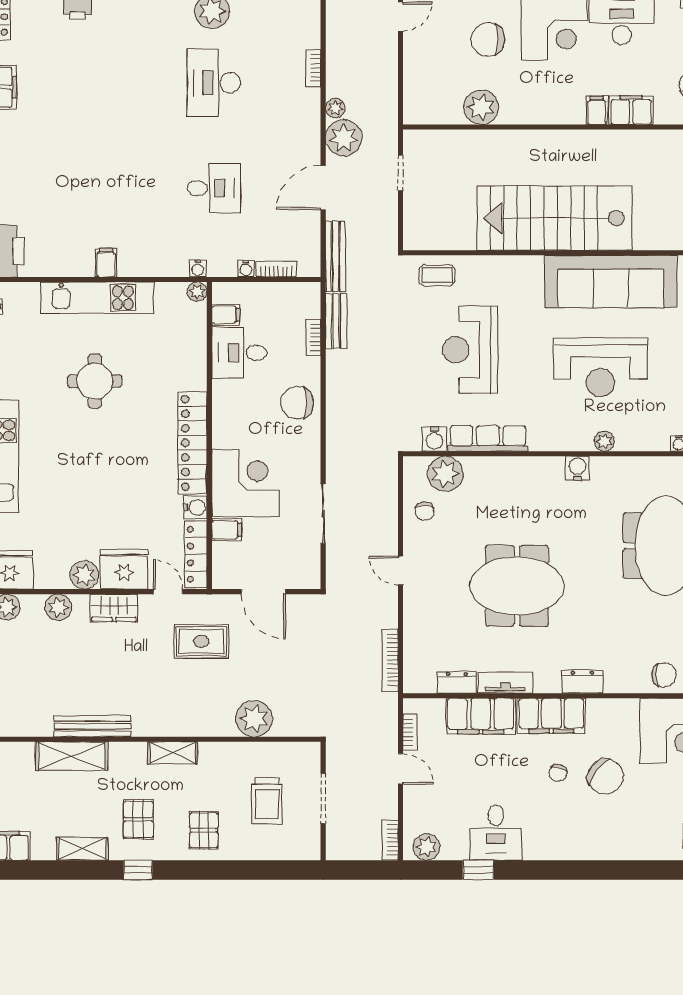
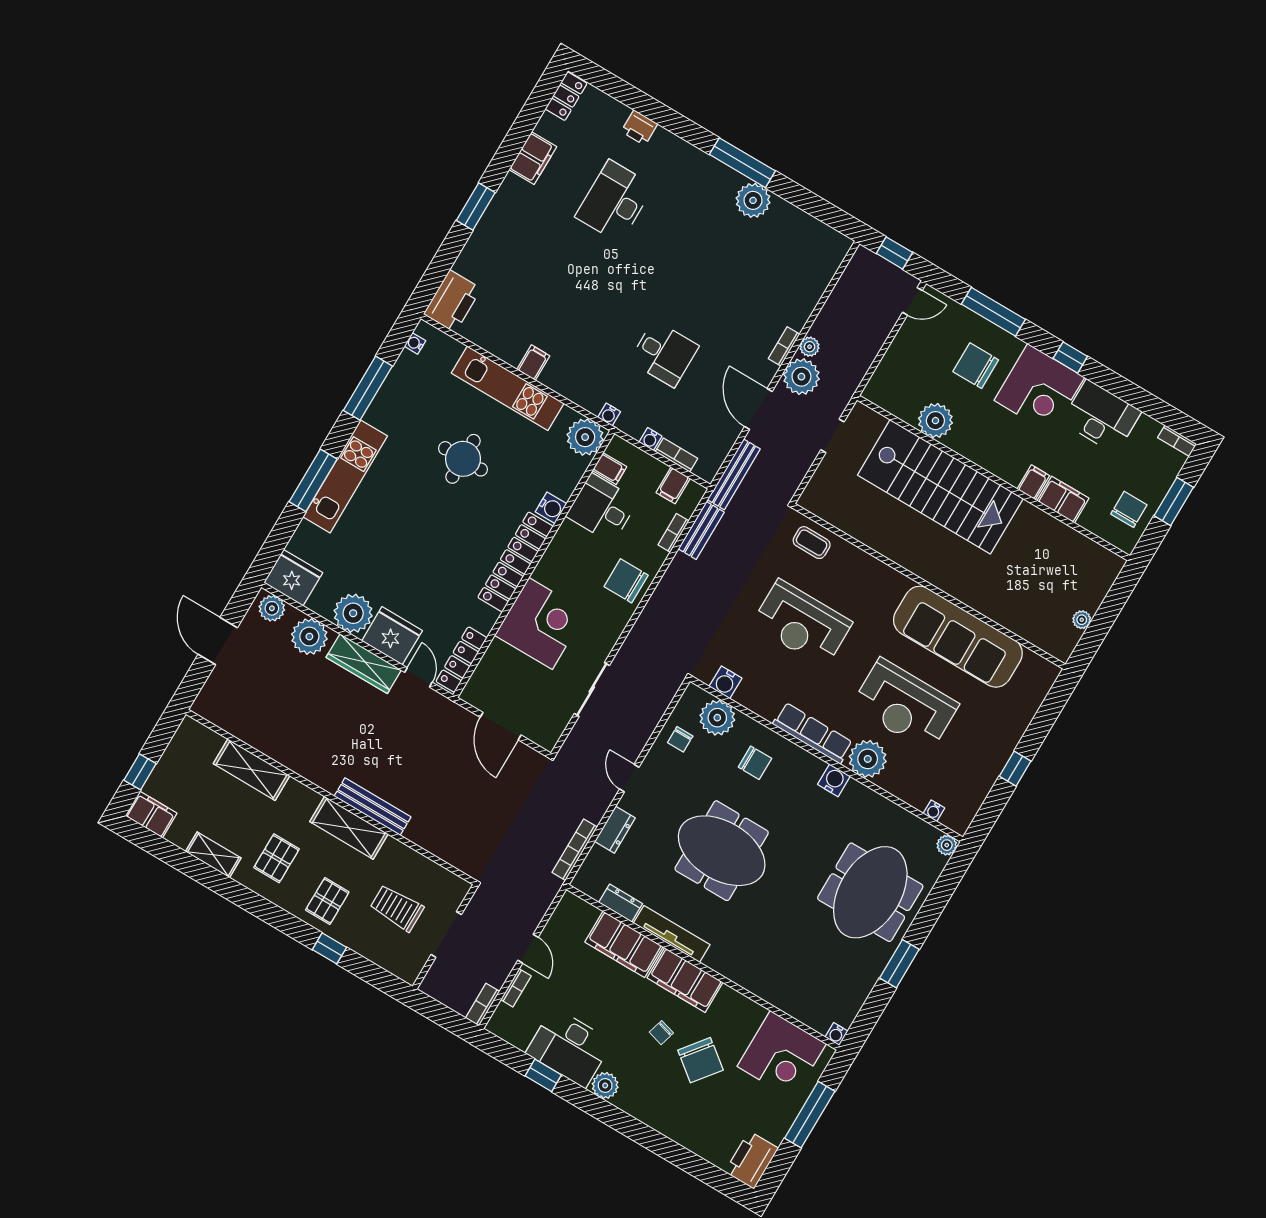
bookcase: (313, 68) -> (784, 346), moved
desk: (214, 83) -> (614, 201), moved
door: (323, 188) -> (758, 409), hinge flipped
stairs: (554, 218) -> (940, 487), moved, turned 180
plant: (197, 292) -> (585, 437), width x1.87, depth x1.87
reception desk: (470, 350) -> (802, 623), turned -90
row of seats: (488, 438) -> (813, 733), moved
plant: (604, 441) -> (868, 759), width x1.87, depth x1.87
water cooler: (195, 508) -> (551, 508), moved
filing cabinet: (227, 530) -> (673, 485), moved, turned 90
plant: (84, 575) -> (353, 613), width x1.36, depth x1.36
plant: (58, 607) -> (309, 637), width x1.36, depth x1.36
wardrobe: (114, 608) -> (364, 664), width x1.50
rug: (201, 641) -> (422, 737), removed
chair: (664, 675) -> (755, 763), moved
dresser: (582, 682) -> (615, 830), moved, turned 90
tv unit: (505, 683) -> (672, 934), width x1.41
plant: (254, 719) -> (428, 831), removed
bench: (92, 726) -> (373, 807), moved
bookcase: (410, 732) -> (516, 988), moved
shelving: (173, 753) -> (349, 828), width x1.50, depth x1.33
trolley: (267, 801) -> (397, 908), turned 90
desk: (496, 833) -> (569, 1047), width x1.37
plant: (426, 847) -> (605, 1085), moved
window: (138, 870) -> (329, 948), moved

